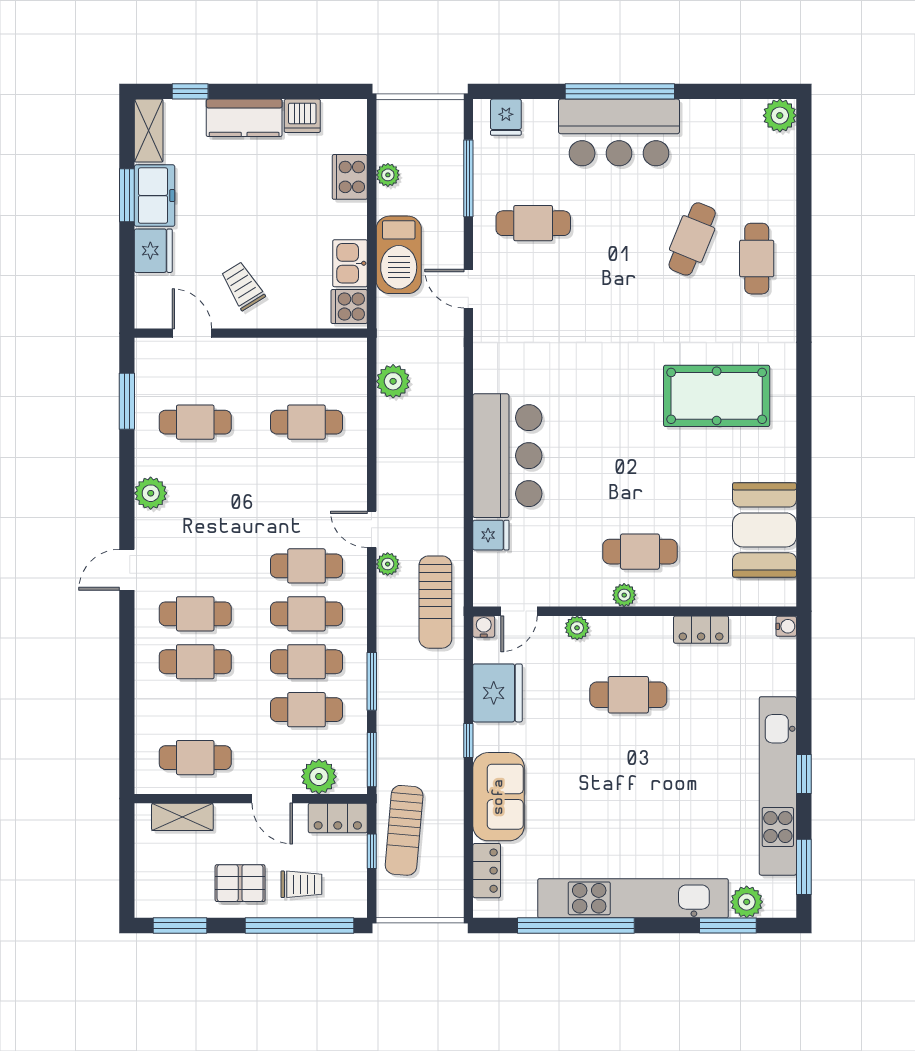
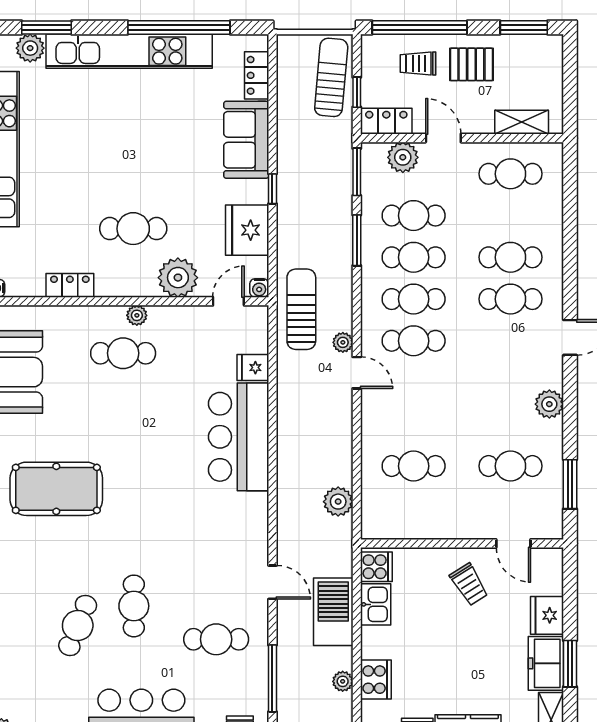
cafe table: (757, 259) -> (134, 606), moved
plant: (577, 628) -> (178, 278), width x1.88, depth x1.88
sun lounger: (404, 830) -> (331, 77), moved

